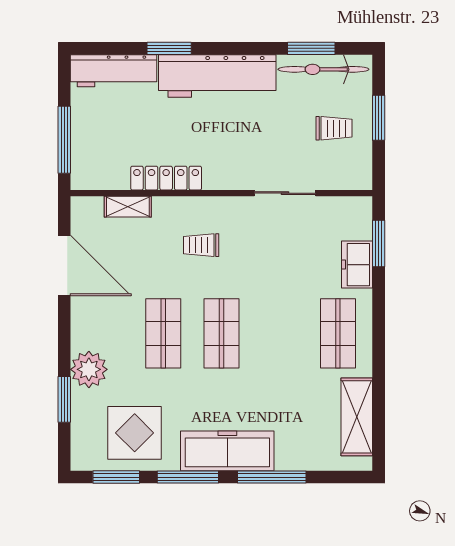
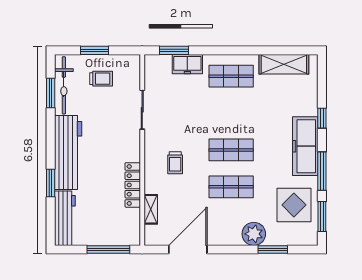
trolley: (334, 128) -> (101, 79), turned 90
window: (272, 477) -> (322, 118), width x0.46

